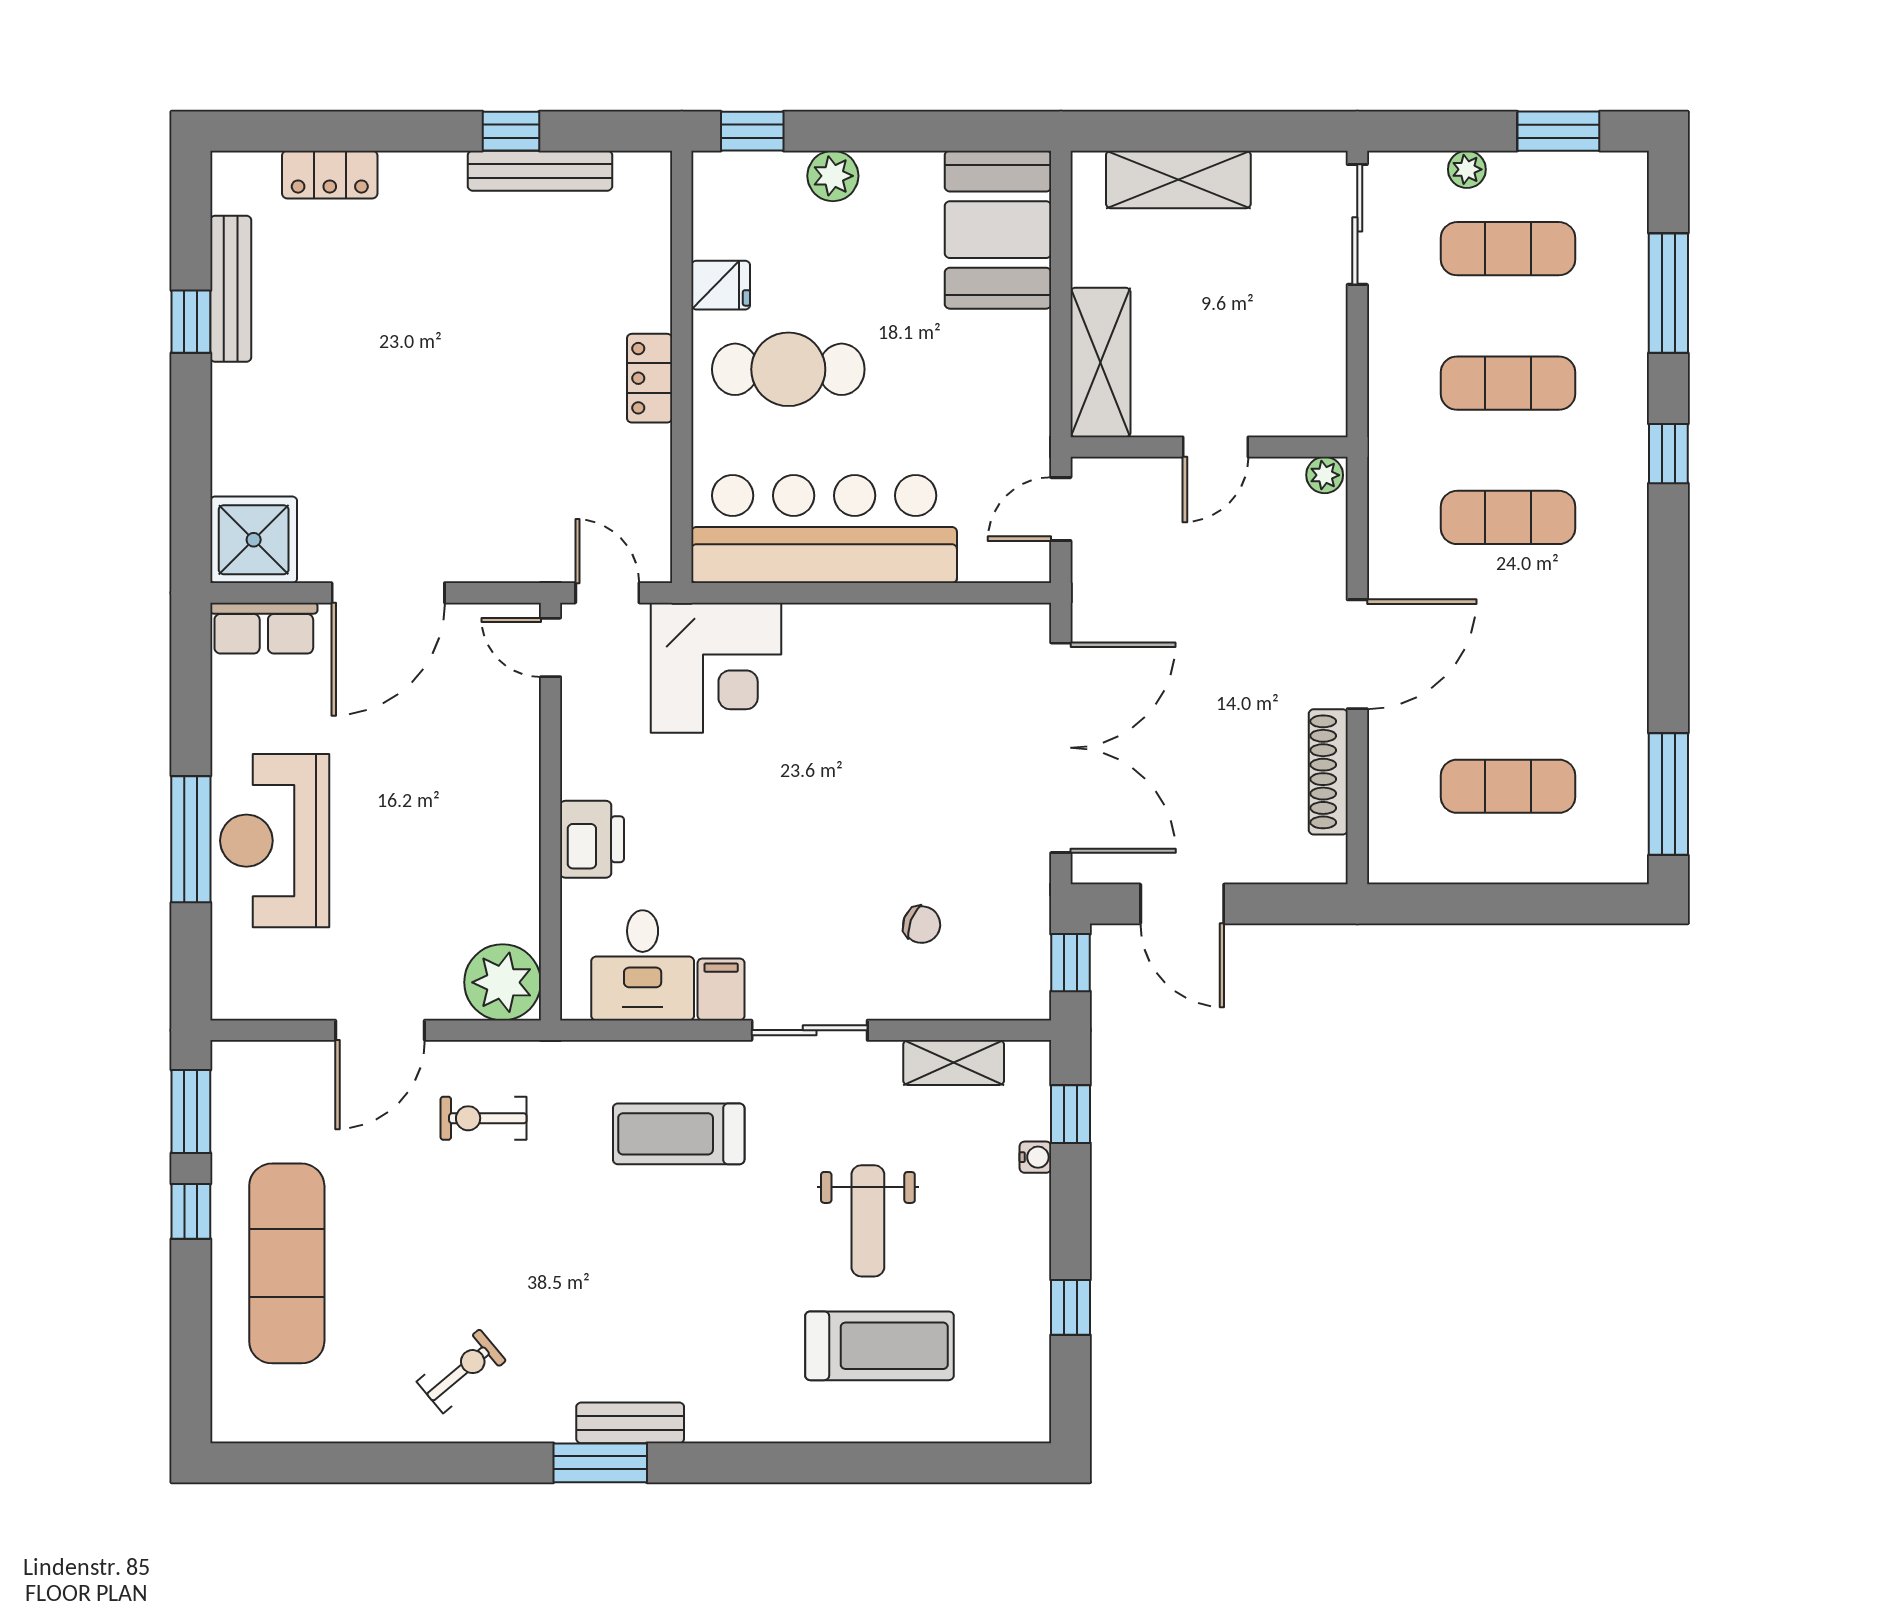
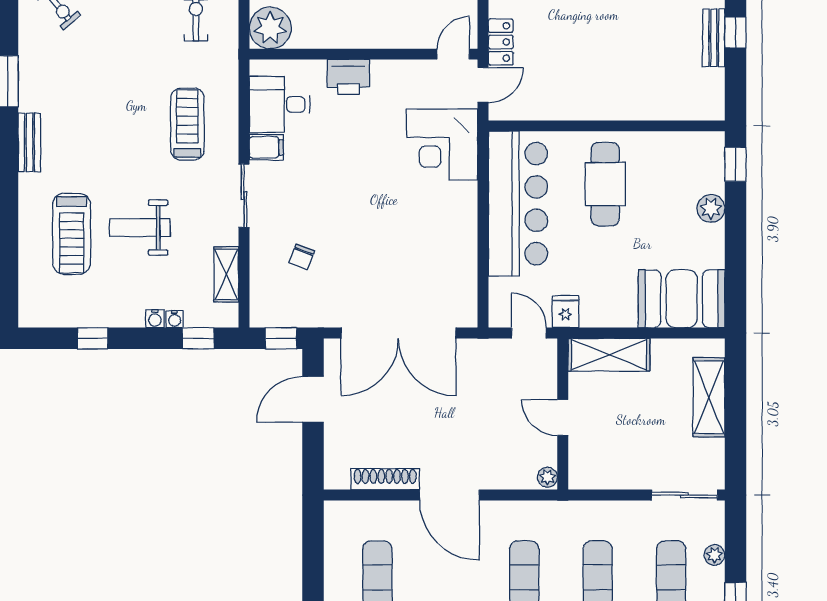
bench: (540, 171) -> (714, 38), width x0.73
fridge: (721, 285) -> (565, 312), moved, turned 180
locker: (650, 378) -> (501, 42), moved, turned 90
water cooler: (1035, 1193) -> (155, 319), added
bench: (630, 1423) -> (29, 142), moved

